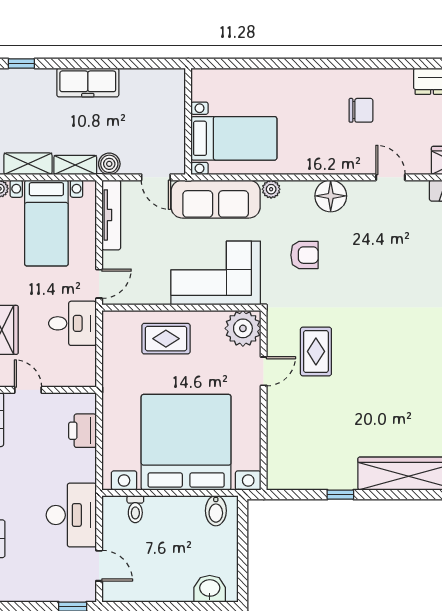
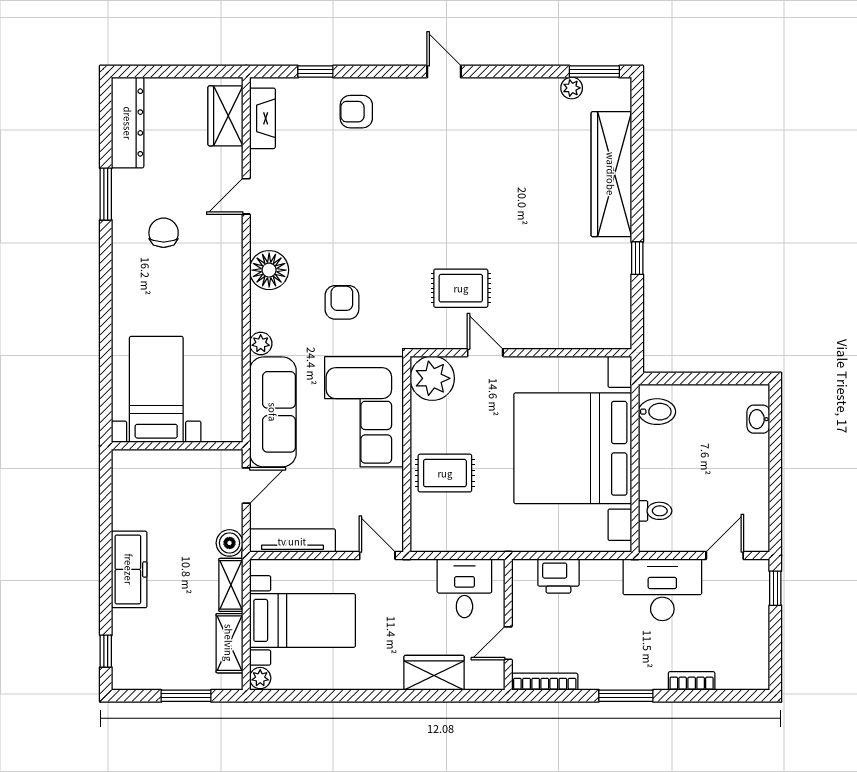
window: (392, 64) -> (106, 194), added
bed with nightstands: (234, 138) -> (156, 389), moved
desk: (72, 323) -> (464, 588), moved
rug: (166, 339) -> (445, 473), turned 90
washbasin: (210, 589) -> (758, 419), width x0.72, depth x0.69

